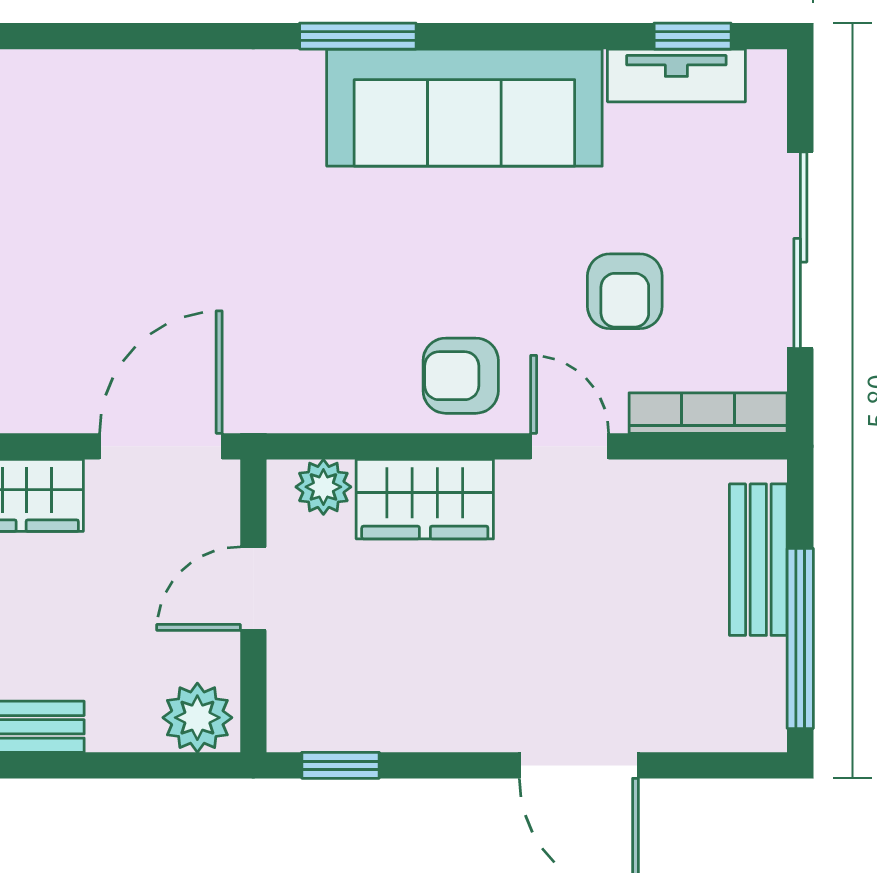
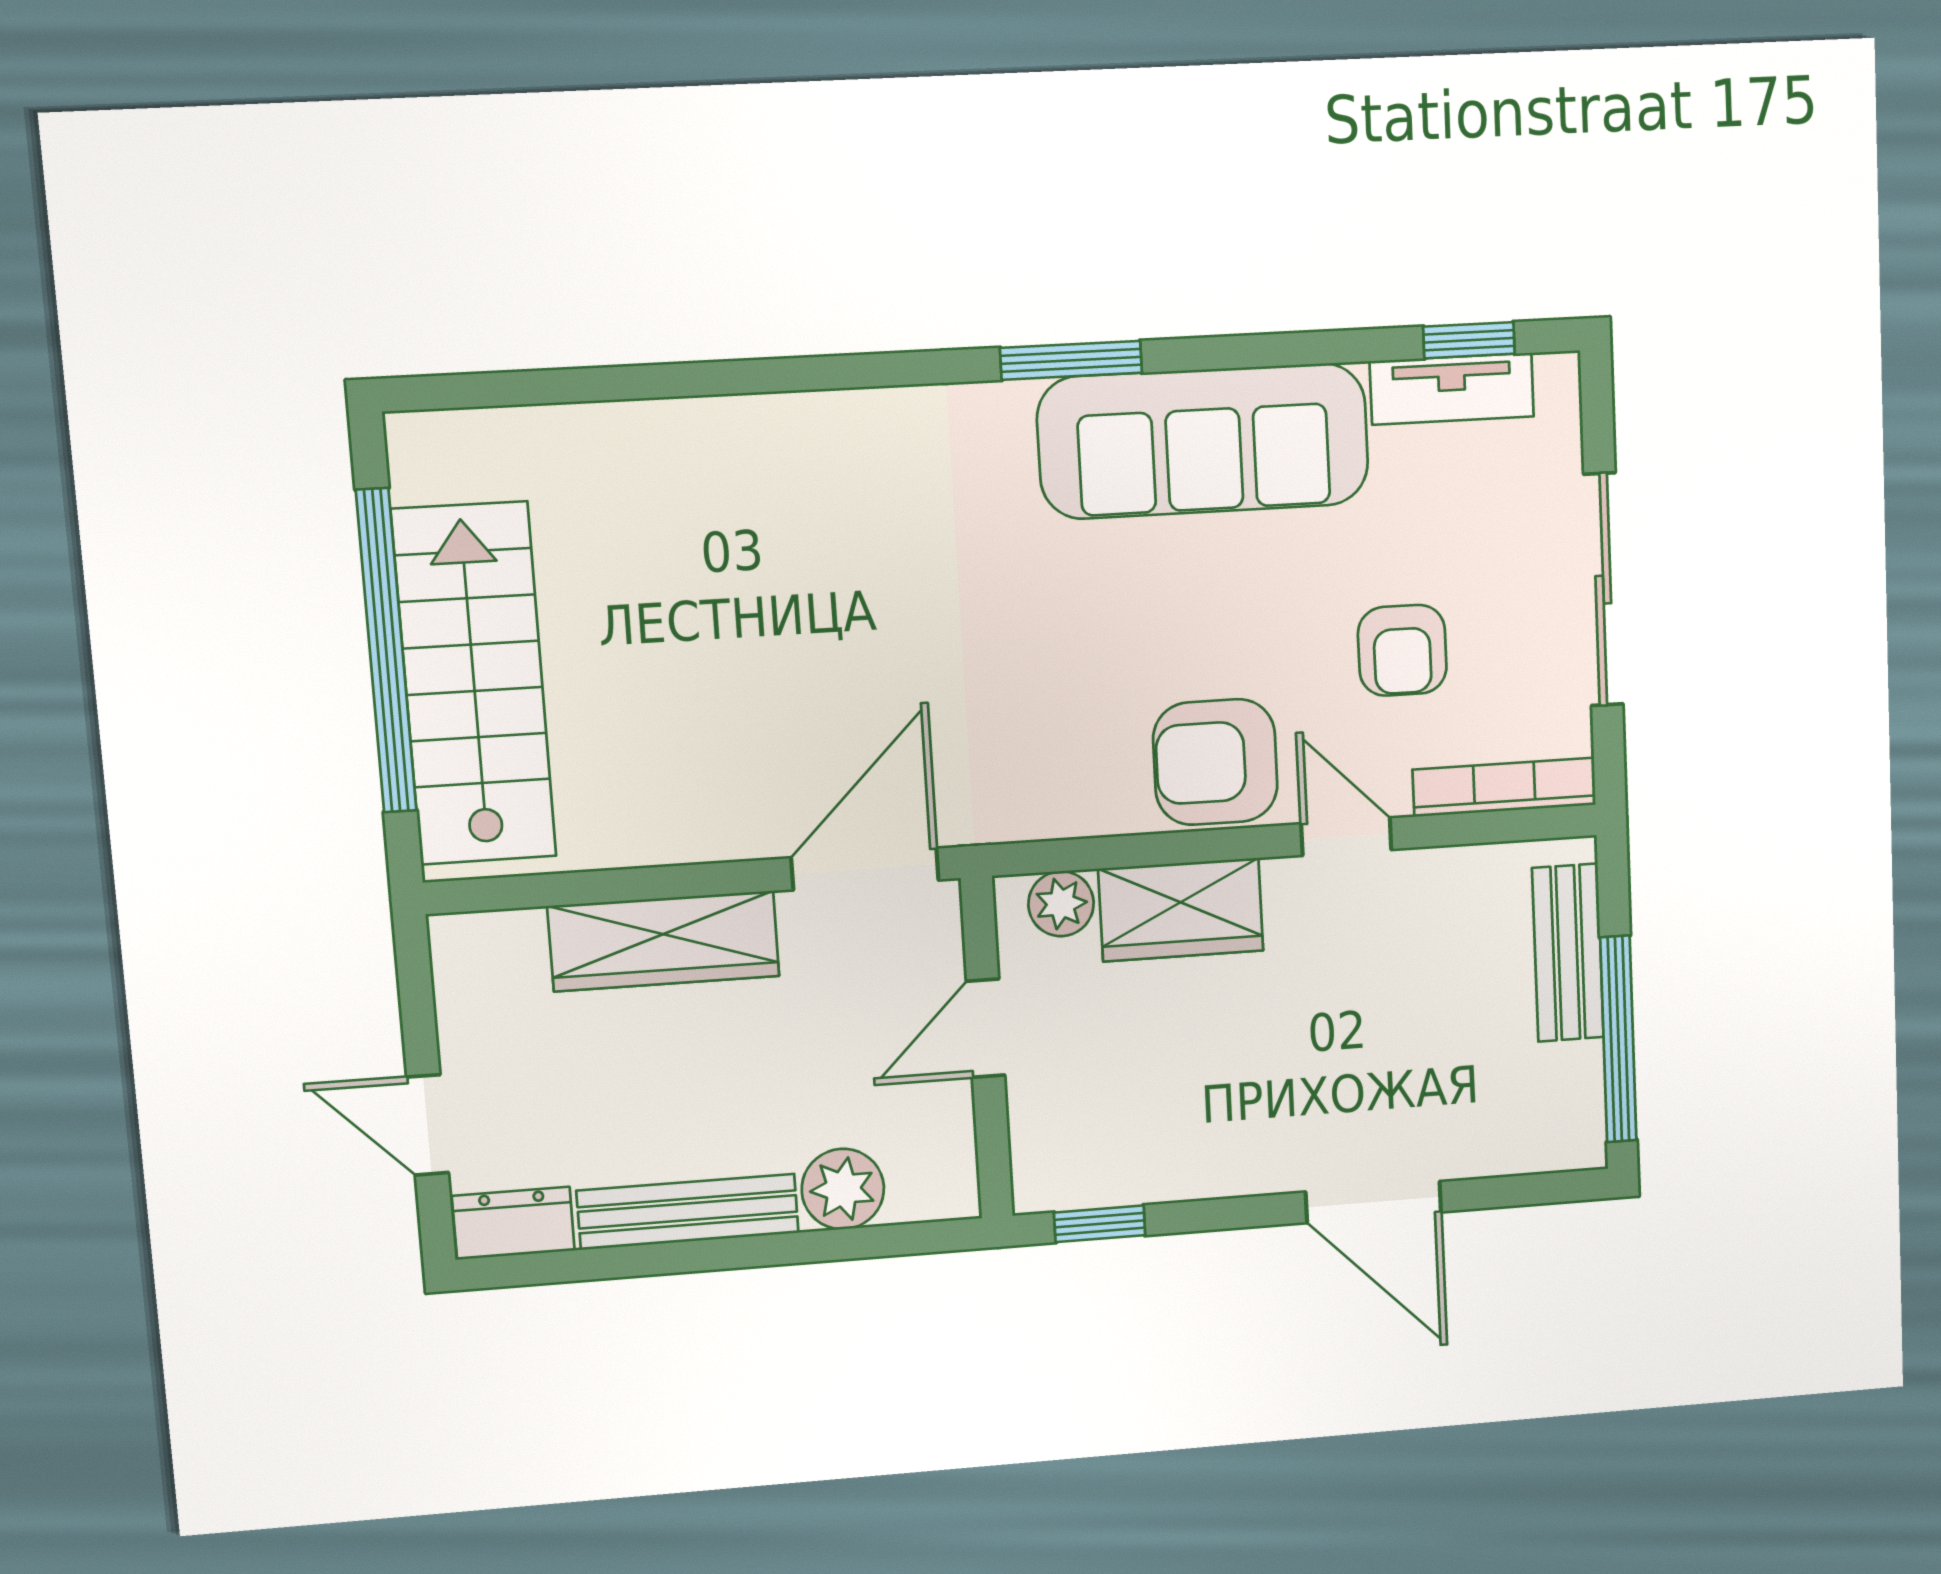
armchair: (461, 376) -> (1215, 762), width x1.38, depth x1.38
plant: (197, 718) -> (843, 1189), moved

